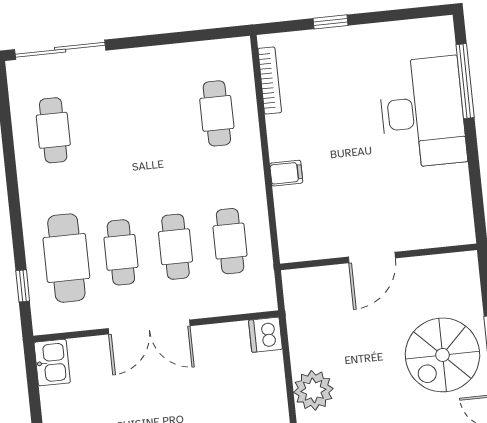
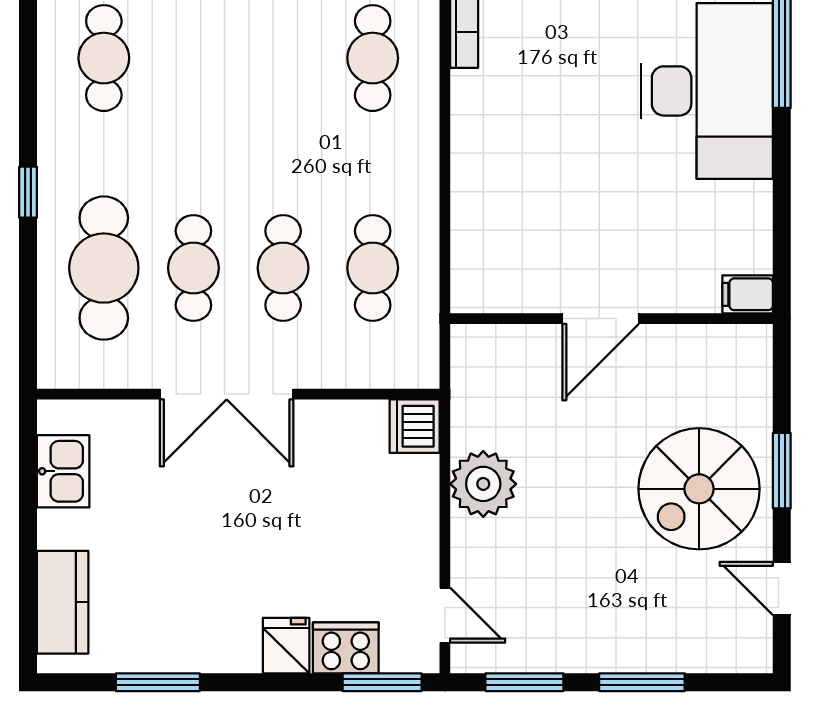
filing cabinet: (286, 173) -> (748, 294), moved, turned 180
window: (23, 286) -> (28, 192), moved
kitchen sink: (52, 363) -> (63, 471), moved
plant: (313, 390) -> (483, 484), moved

